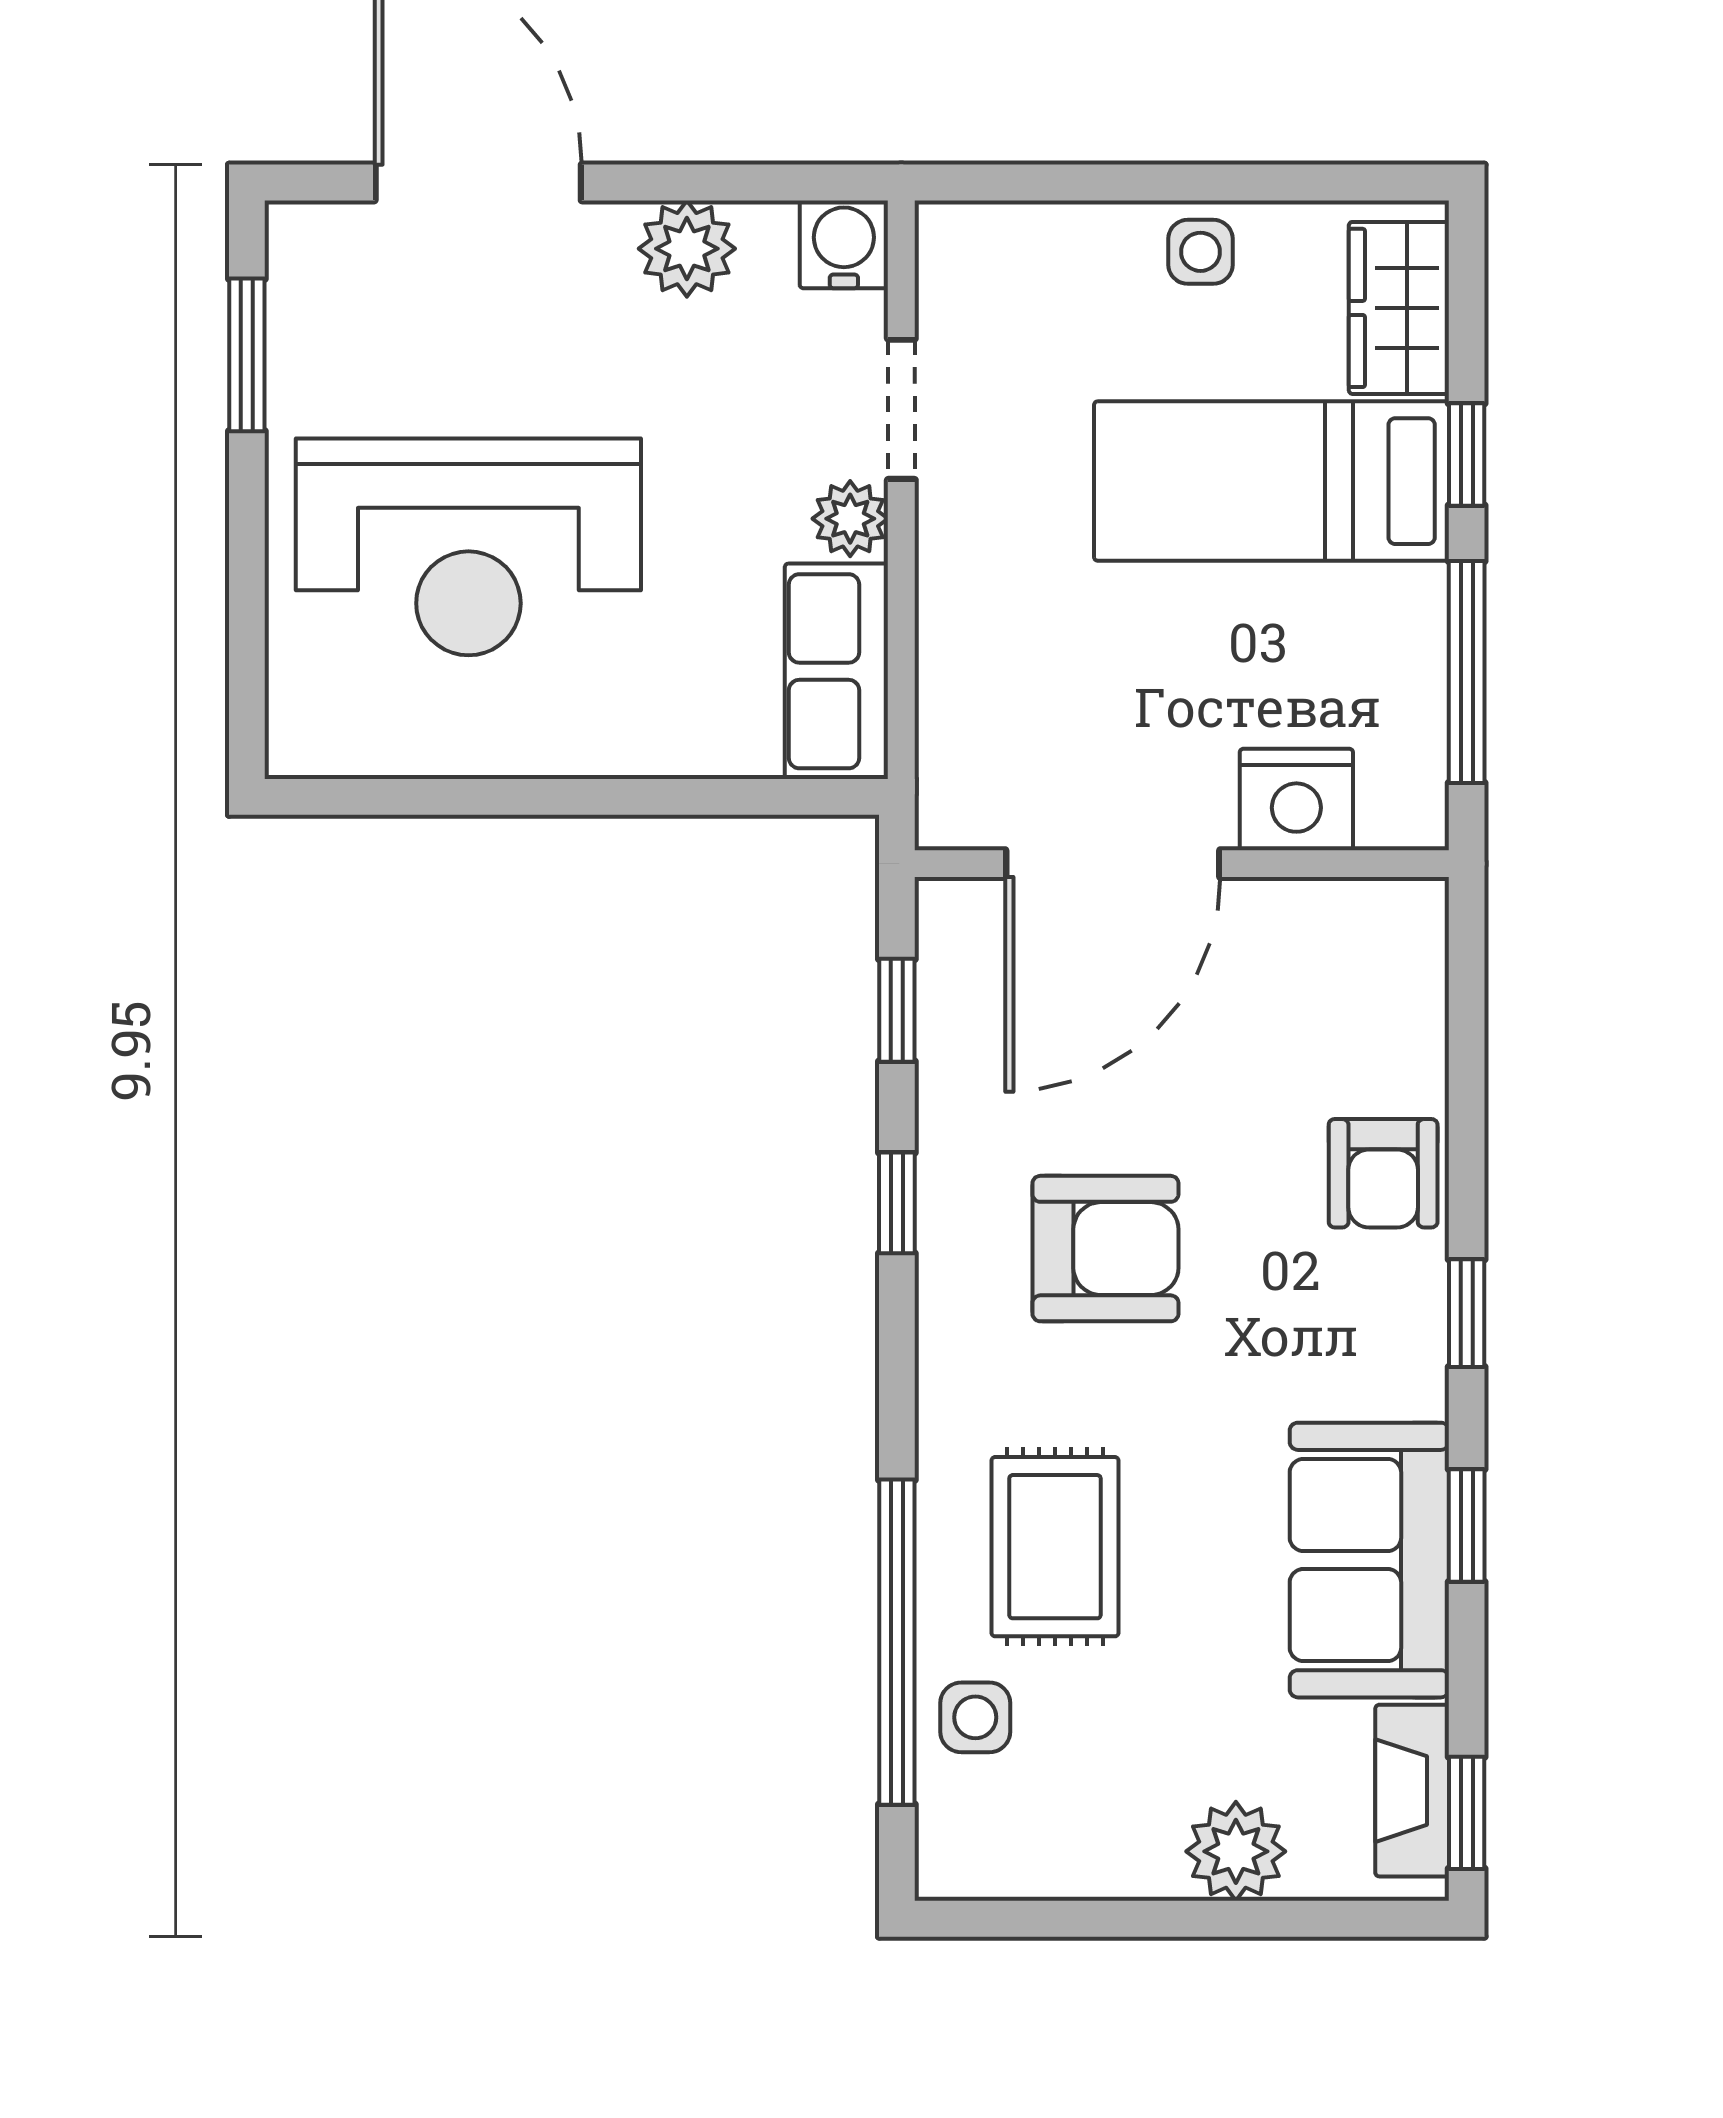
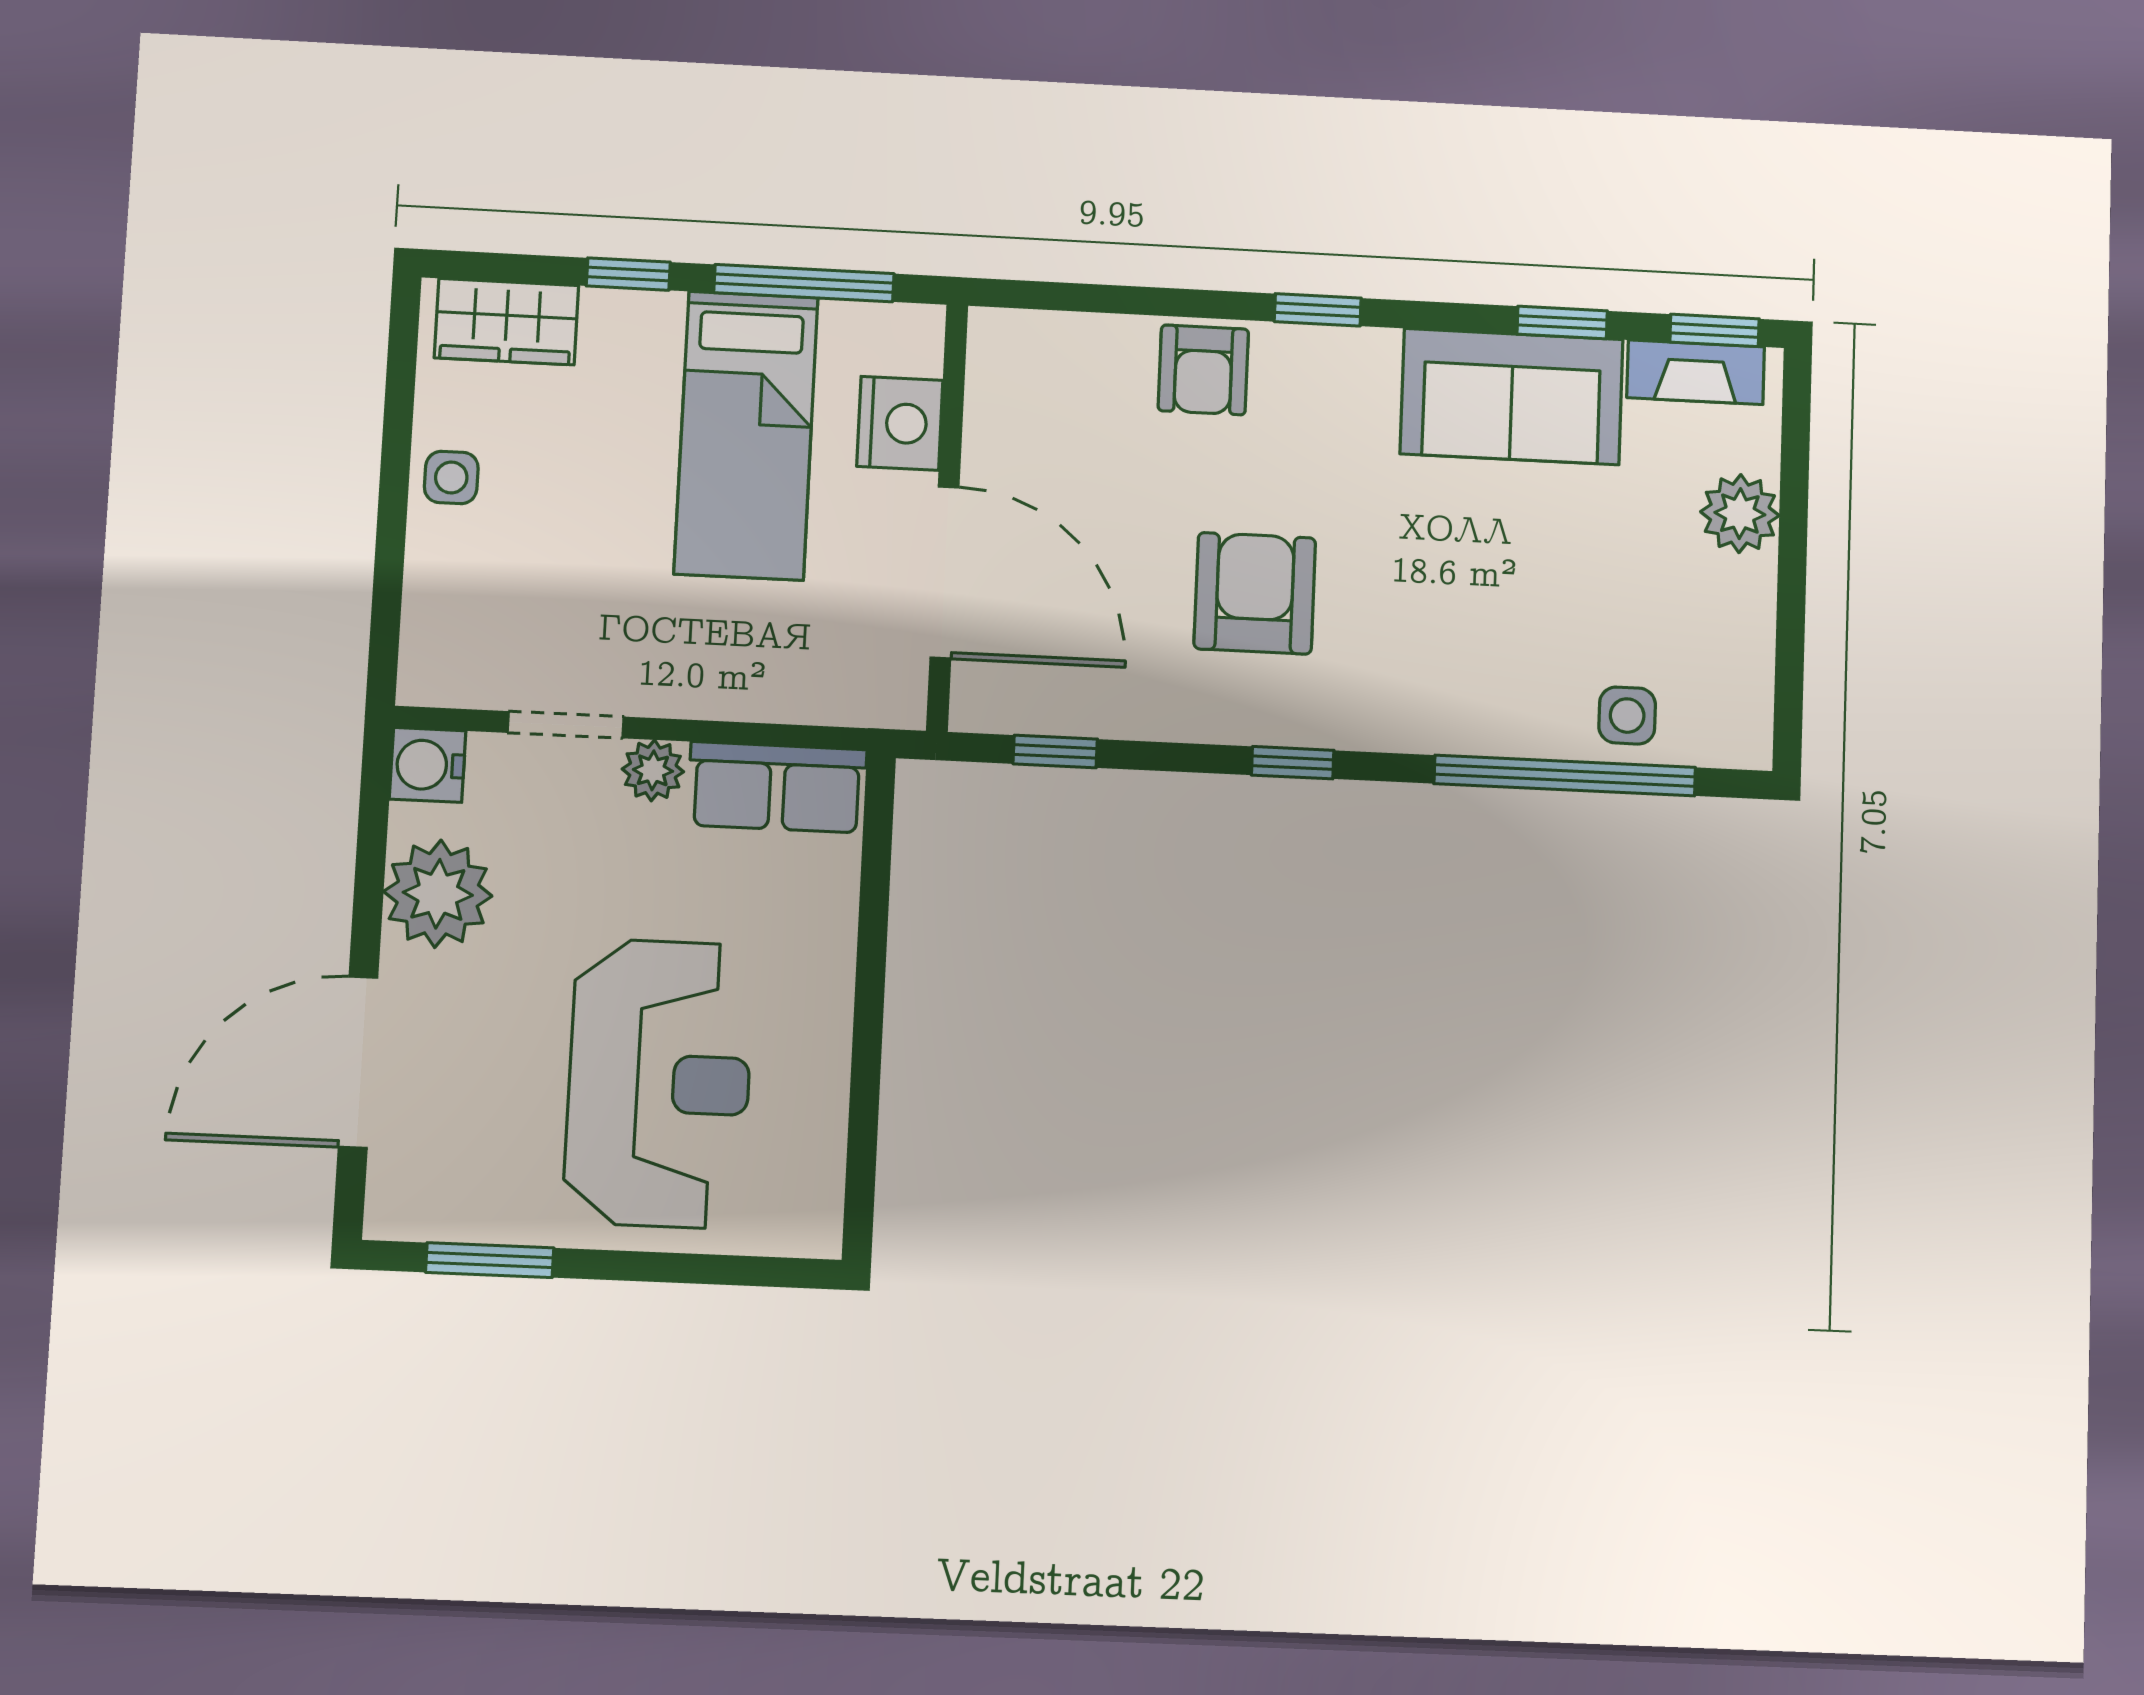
plant: (687, 249) -> (438, 894), width x1.36, depth x1.36
bed: (1271, 481) -> (746, 435), moved
armchair: (1383, 1173) -> (1203, 370), turned 90
window: (897, 1203) -> (1293, 763), moved
window: (1467, 1526) -> (1562, 322), moved
rug: (1055, 1547) -> (1493, 645), removed

